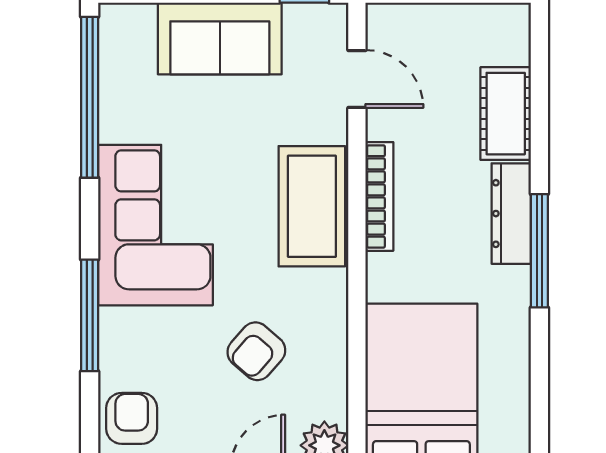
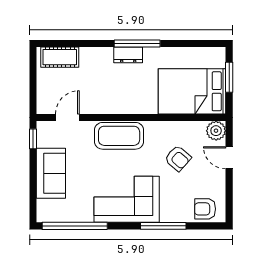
cot: (506, 114) -> (60, 57), moved
bookcase: (379, 196) -> (115, 108), removed
dresser: (511, 214) -> (128, 55), width x0.70

